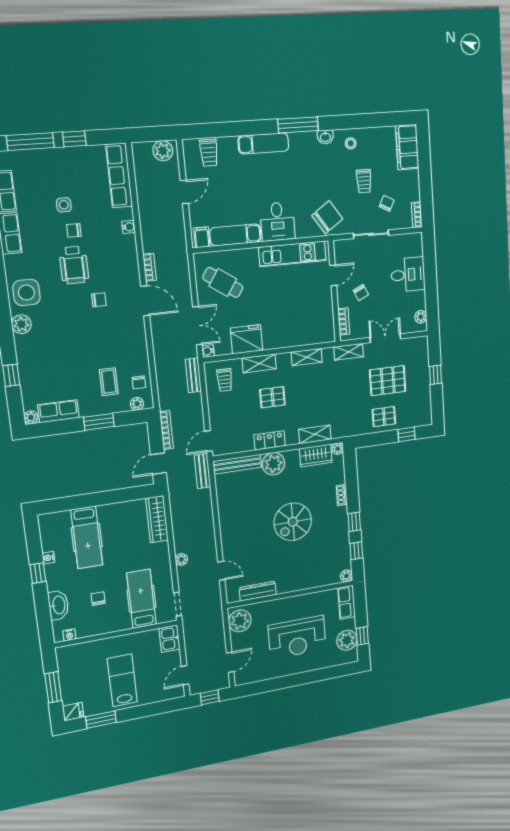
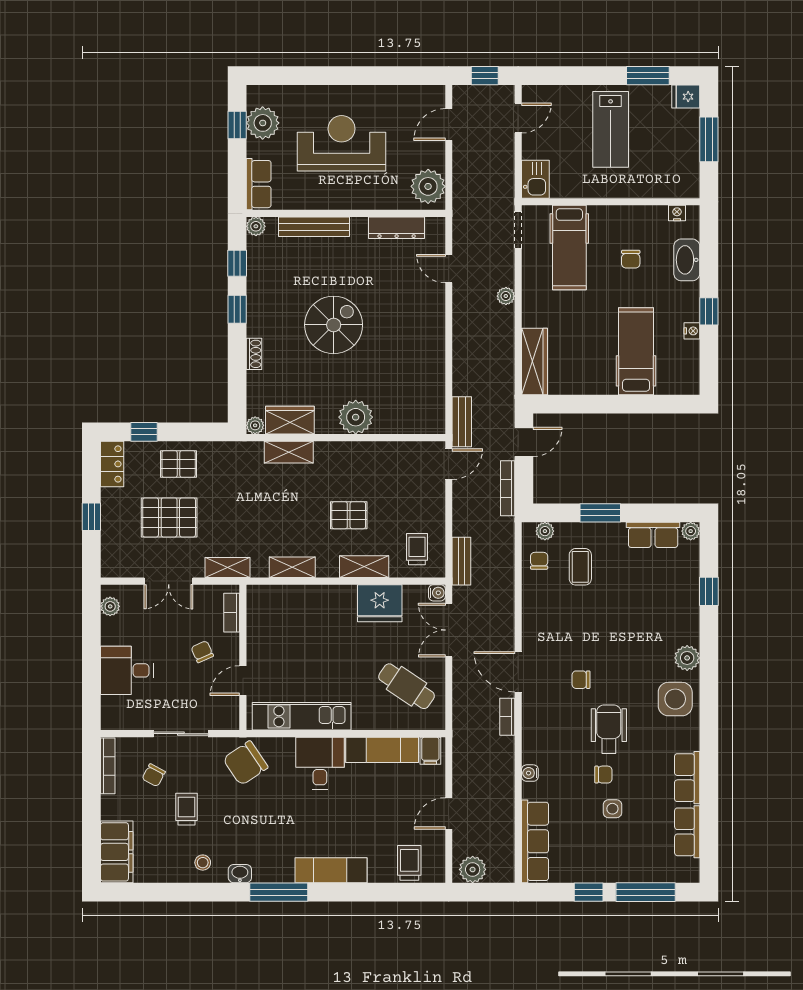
bookcase: (417, 215) -> (108, 766), width x1.56
locker: (270, 440) -> (112, 464), moved, turned -90
bench: (237, 464) -> (314, 227), moved

